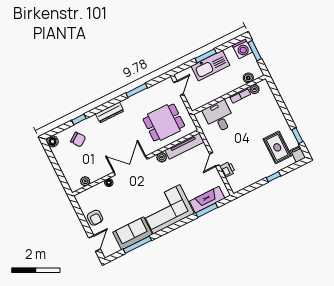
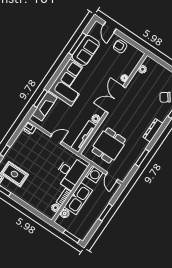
washing machine: (242, 49) -> (94, 174), moved, turned 180
kitchen sink: (210, 66) -> (78, 199), moved, turned 180
desk: (219, 117) -> (70, 173), width x1.37
door: (214, 159) -> (56, 139), hinge flipped
double door: (130, 166) -> (116, 100), swing flipped
printer: (227, 169) -> (29, 128), moved

